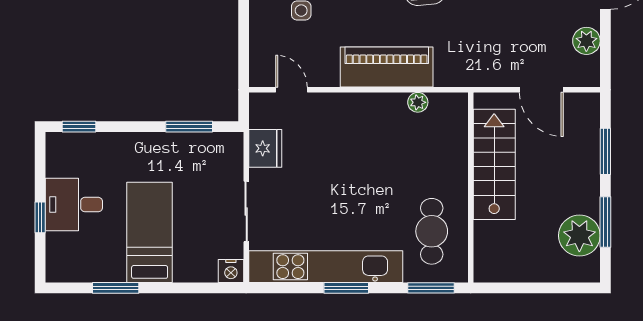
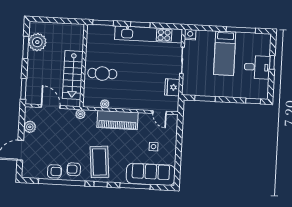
plant: (472, 76) -> (80, 114), added
window: (605, 151) -> (23, 89), moved
cafe table: (432, 231) -> (102, 74), moved, turned 90
window: (116, 288) -> (241, 30), width x1.44

